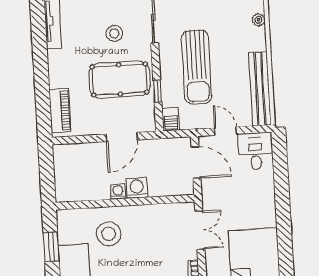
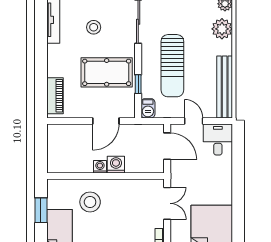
plant: (259, 20) -> (222, 29), width x1.88, depth x1.88
stool: (114, 33) -> (94, 27), moved

